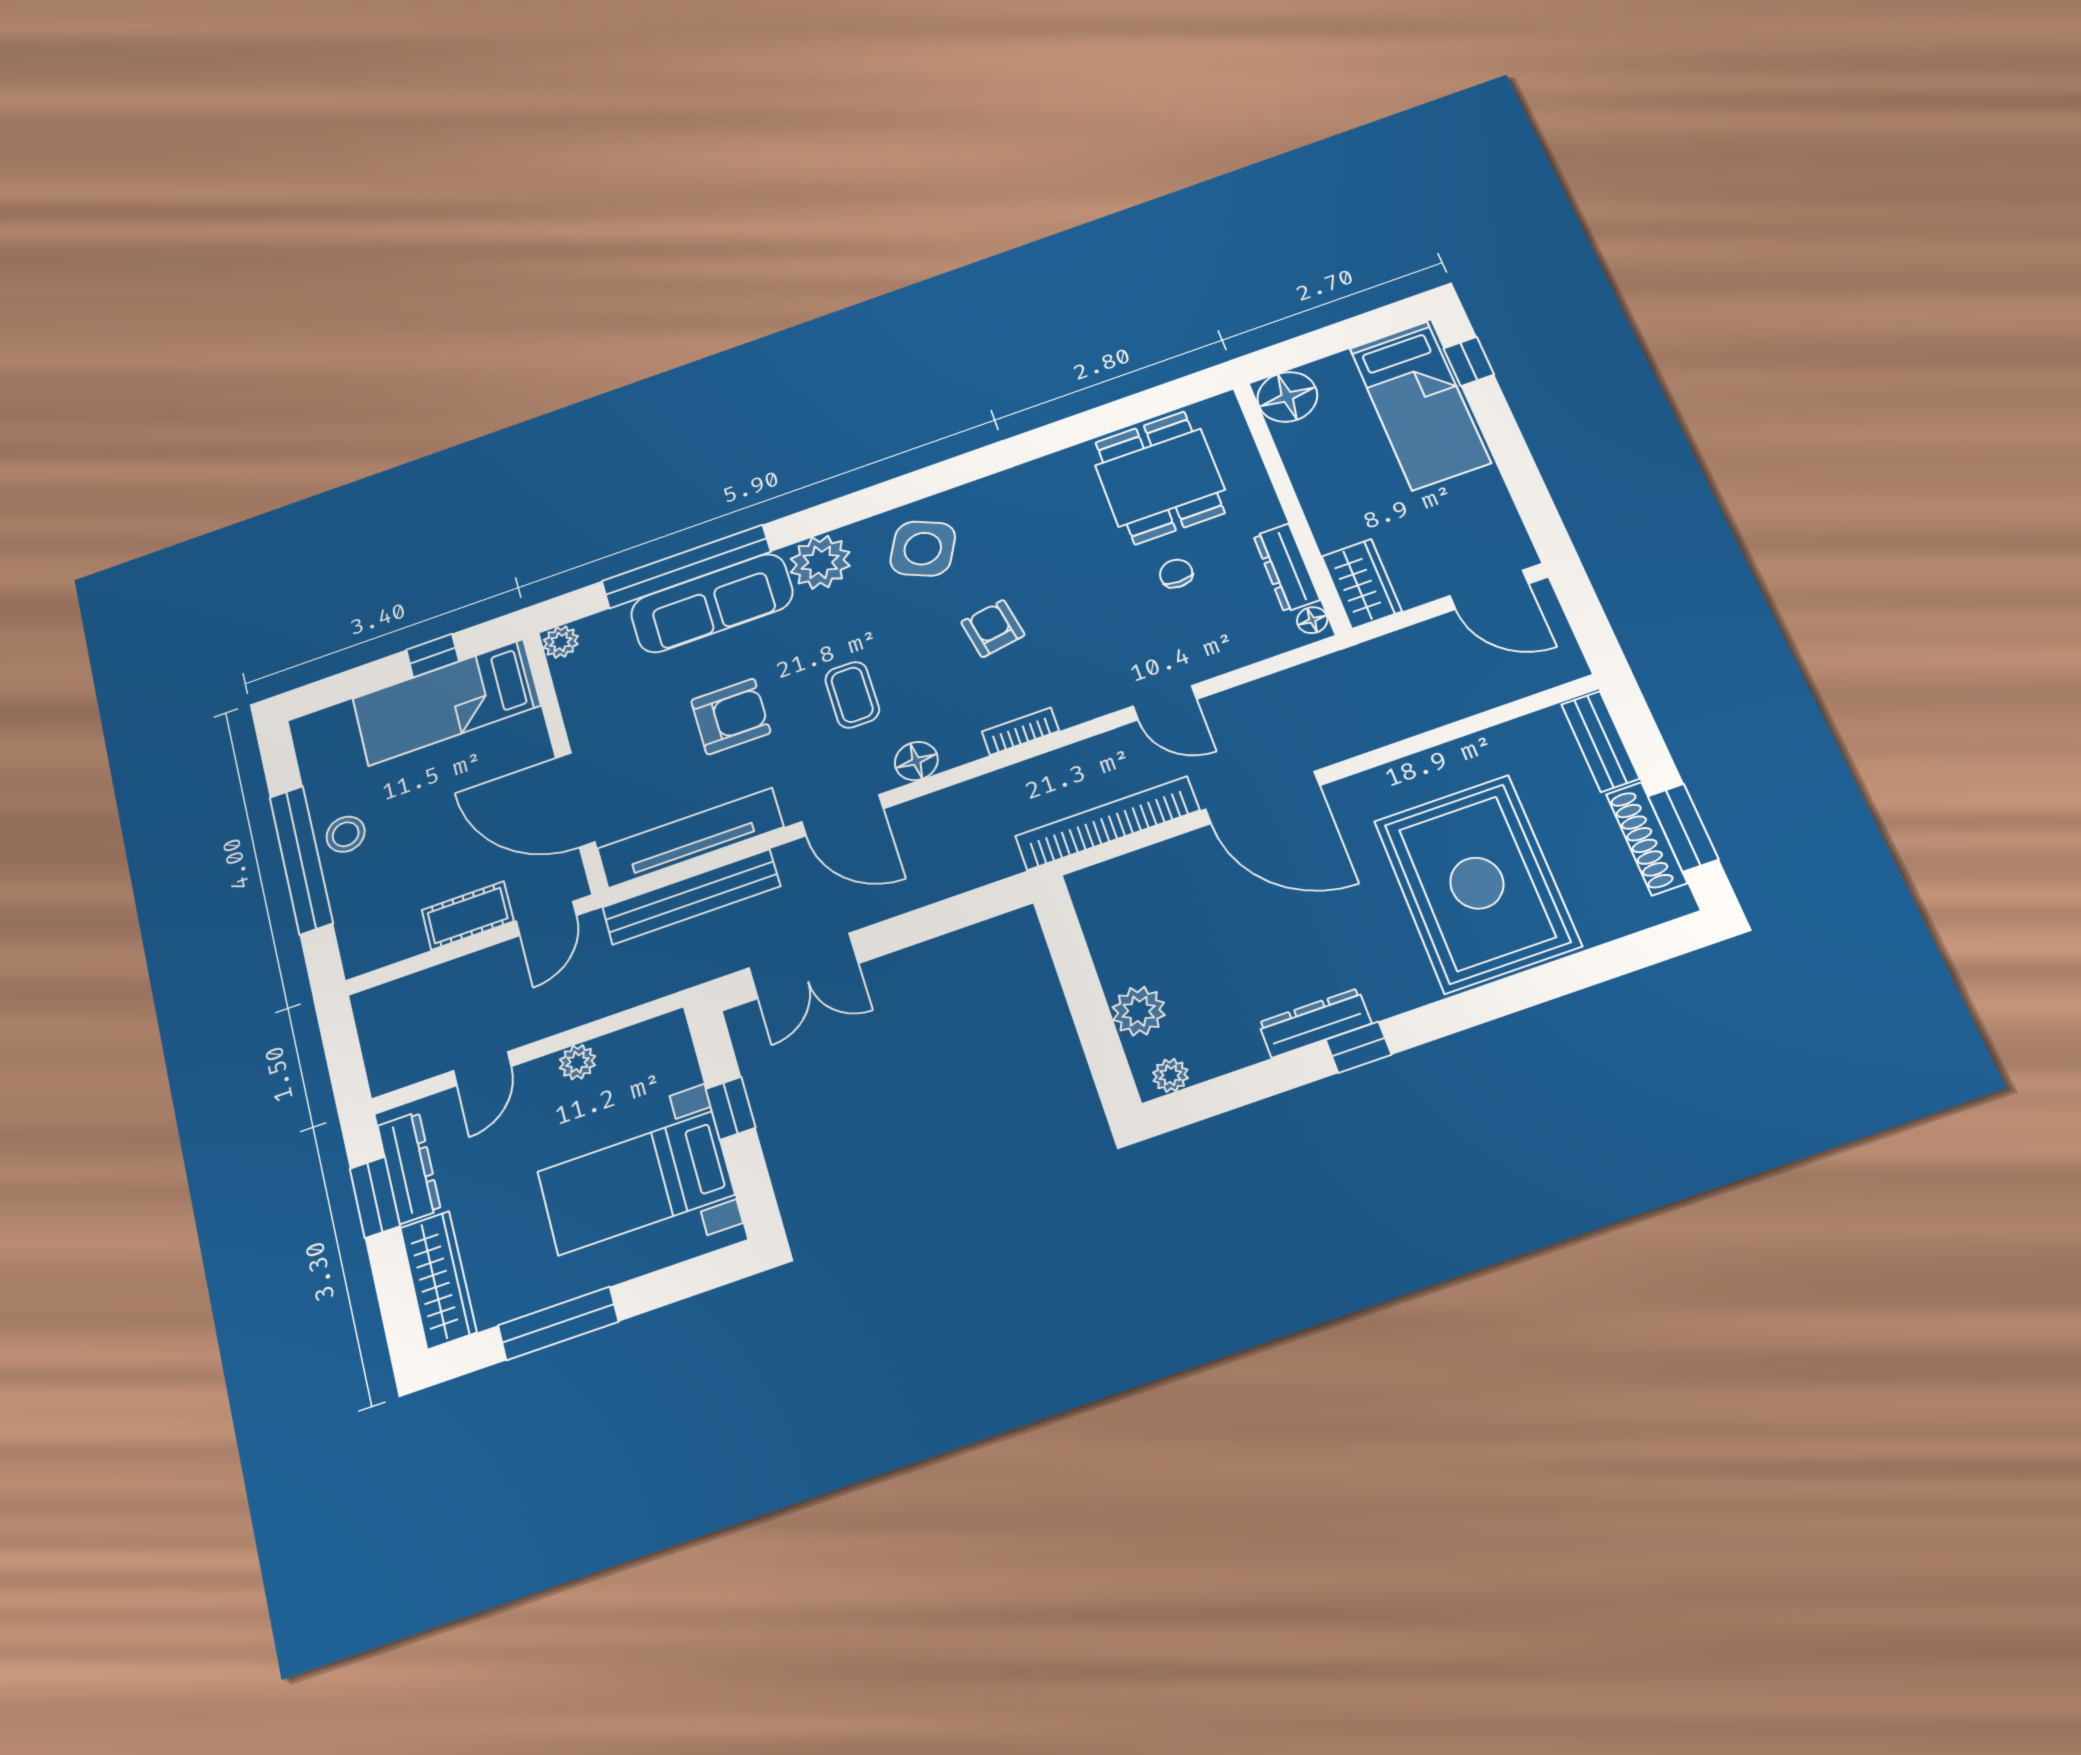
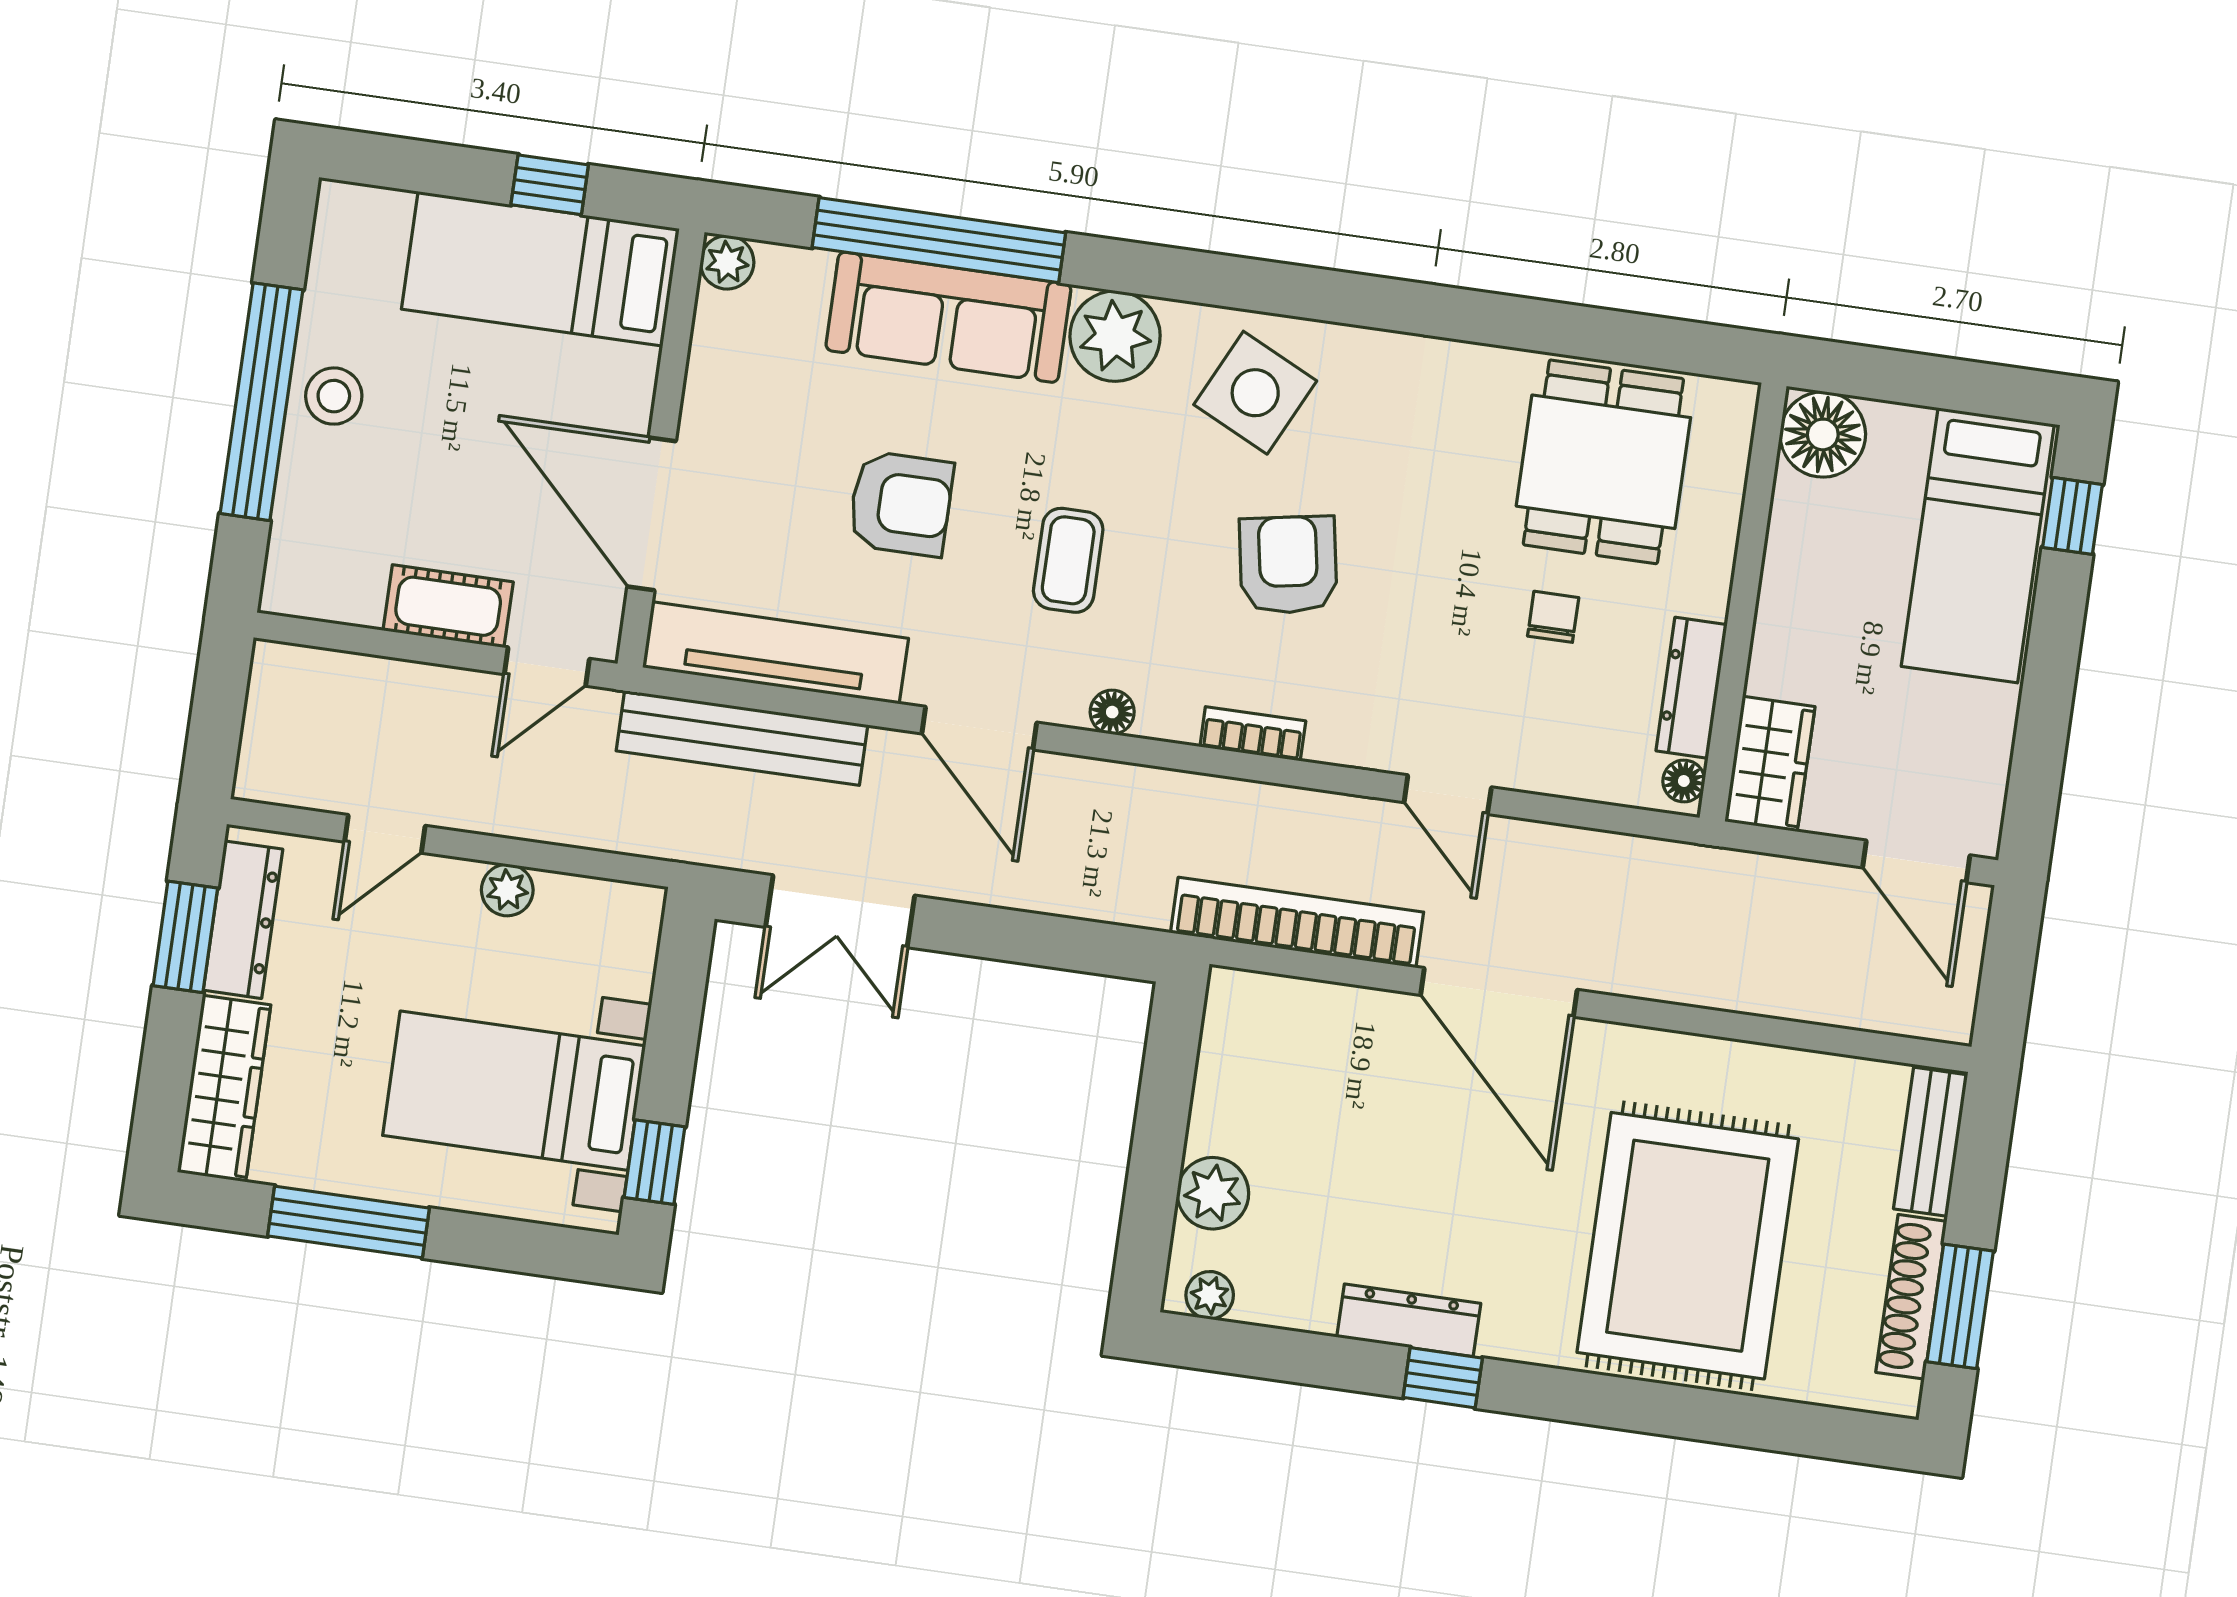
armchair: (993, 629) -> (1288, 565), width x1.38, depth x1.38
floor lamp: (916, 761) -> (1112, 712), width x0.73, depth x0.73
window: (731, 1108) -> (655, 1162), moved

